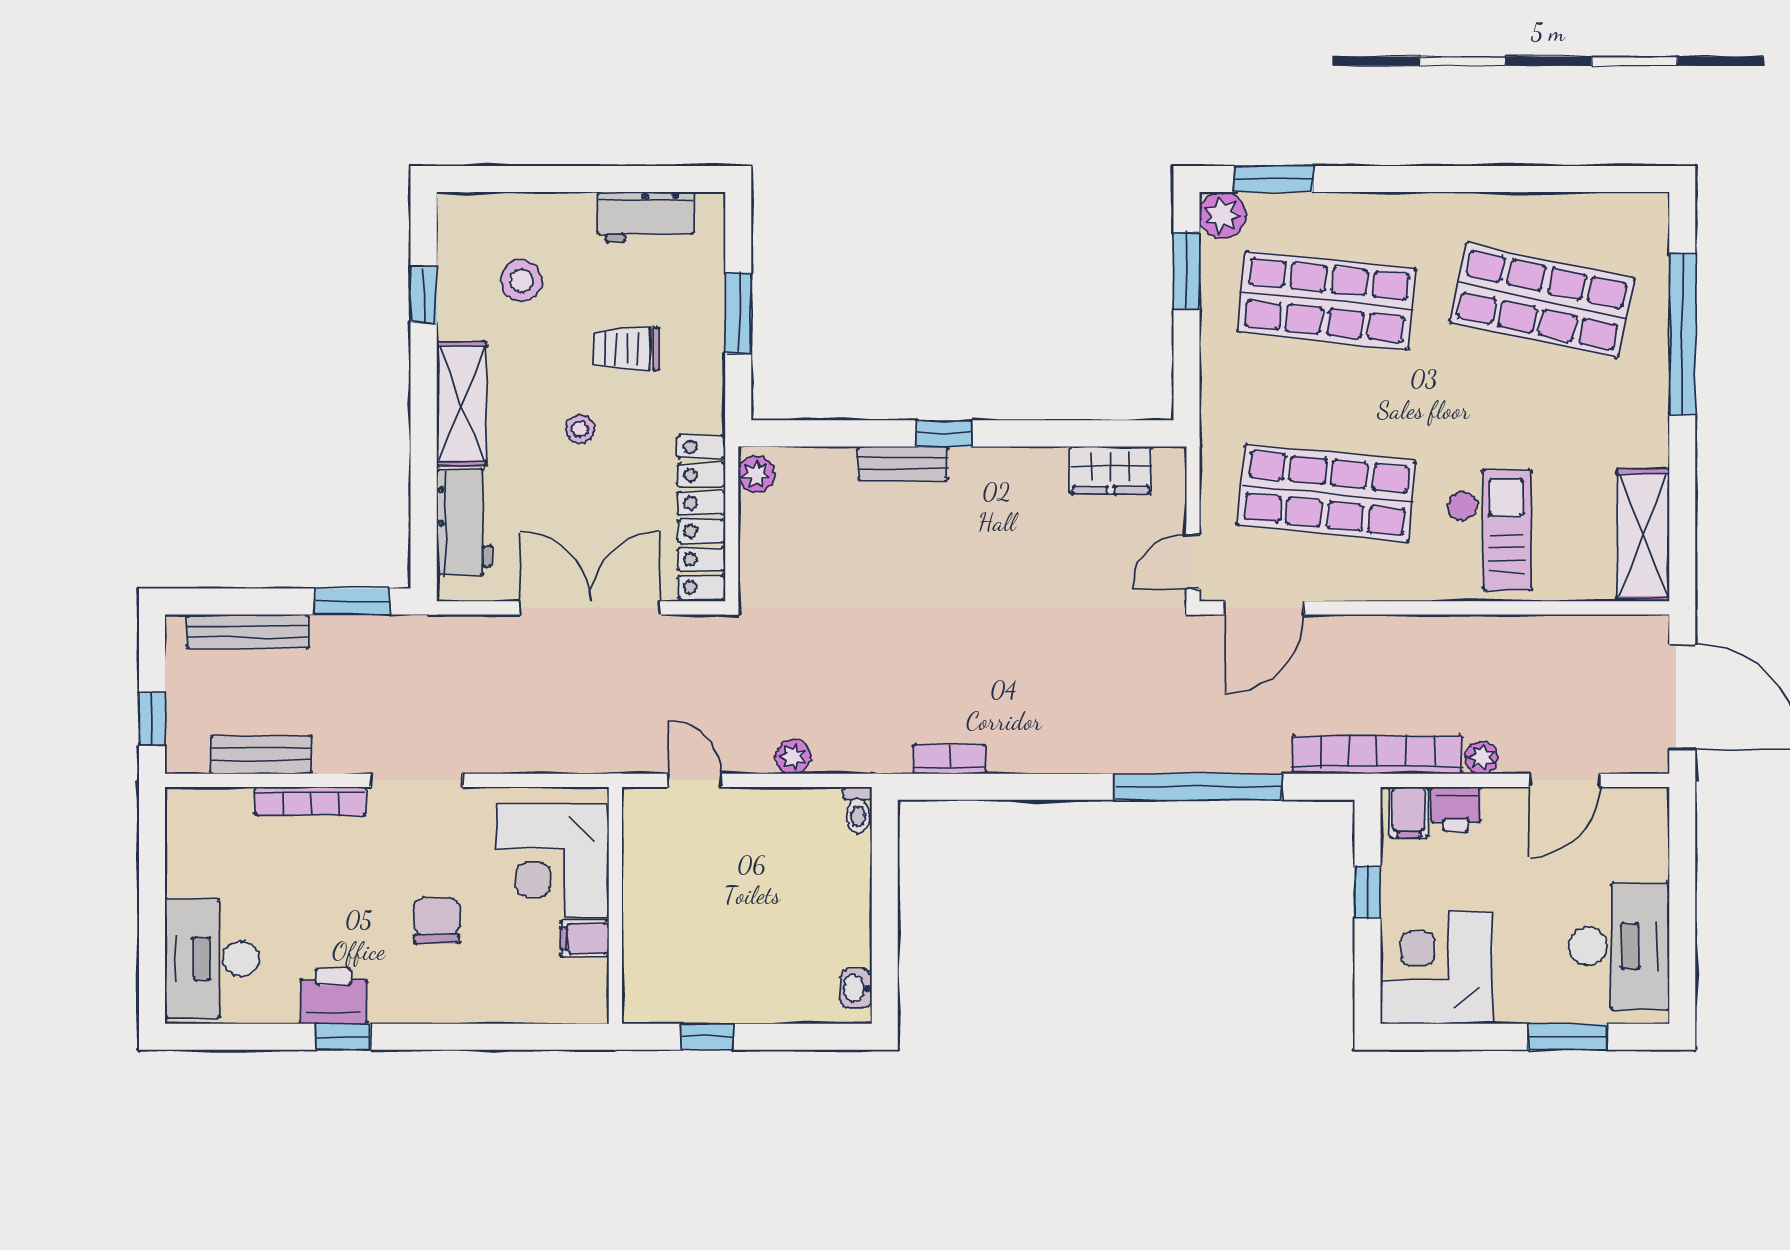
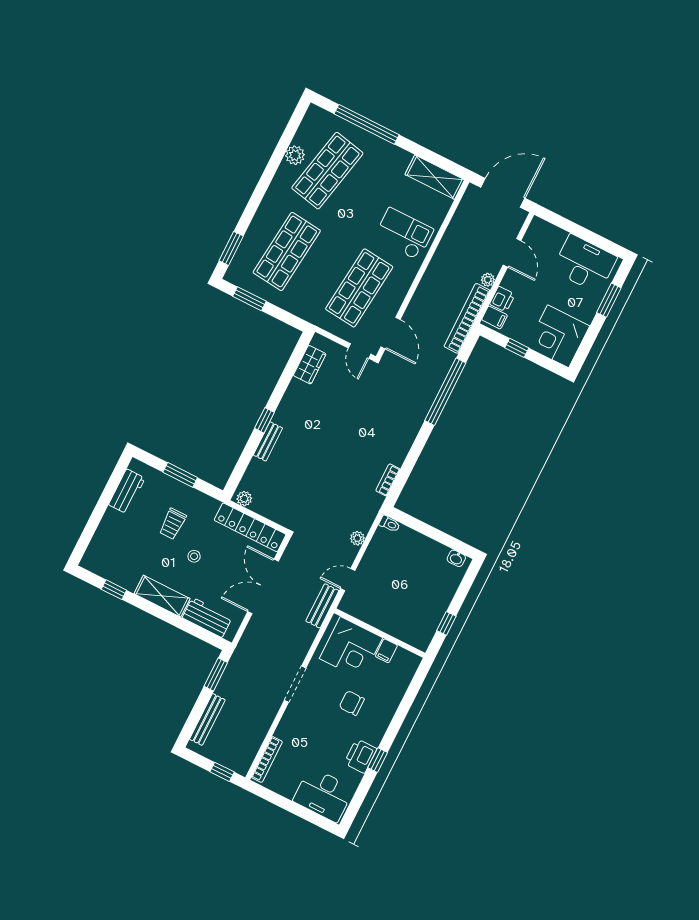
plant: (1223, 215) -> (295, 155), moved
stool: (521, 281) -> (127, 550), removed
bench: (261, 755) -> (322, 606), moved
bookcase: (310, 801) -> (267, 759), moved

